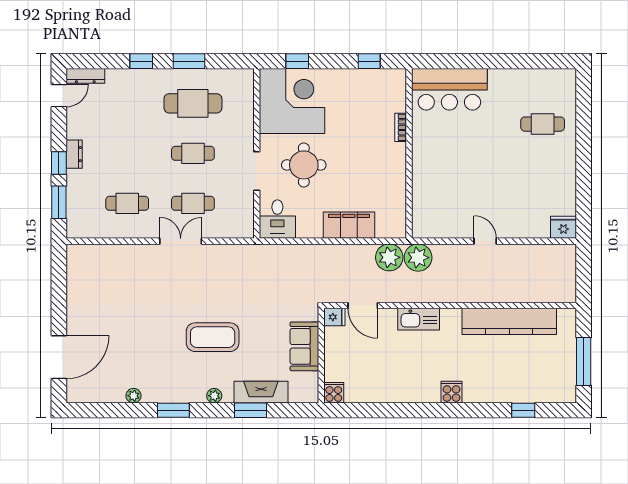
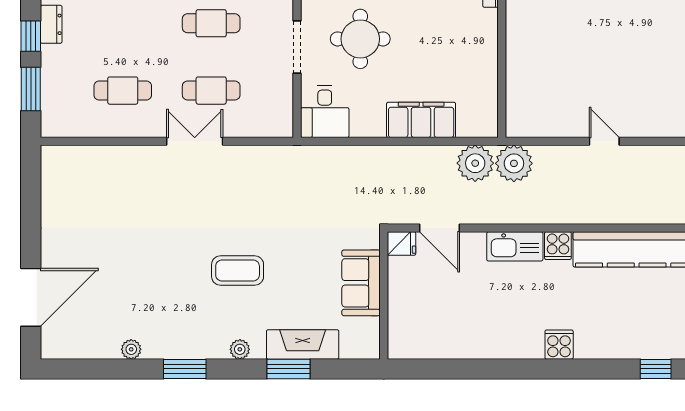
coffee table: (213, 337) -> (238, 271), width x0.73, depth x0.76
cooker: (334, 393) -> (558, 246), moved, turned 180

